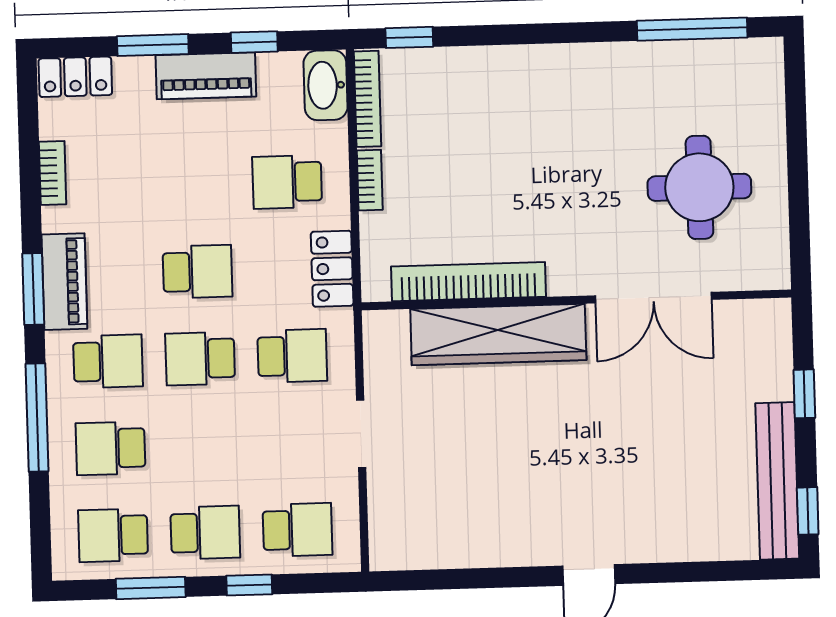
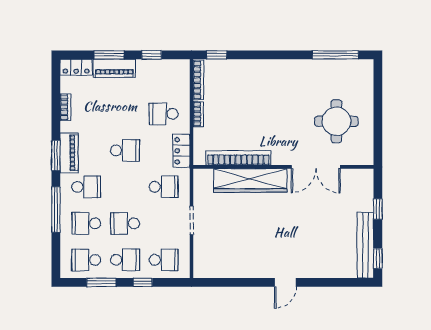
piano: (206, 76) -> (114, 68), moved
washbasin: (325, 85) -> (181, 74), removed
school desk: (200, 359) -> (125, 223), moved

